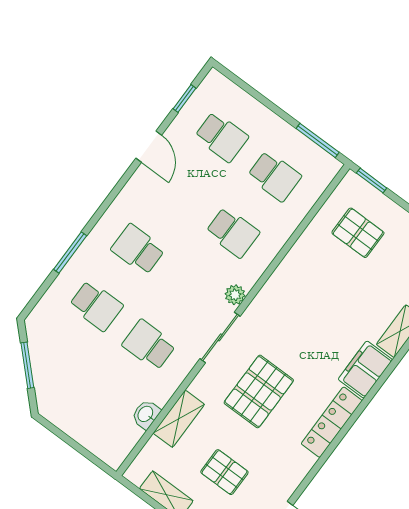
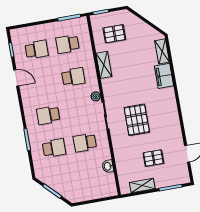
school desk: (274, 176) -> (67, 44), turned 180
shelving: (179, 419) -> (104, 65), moved
locker: (332, 422) -> (171, 105), removed

